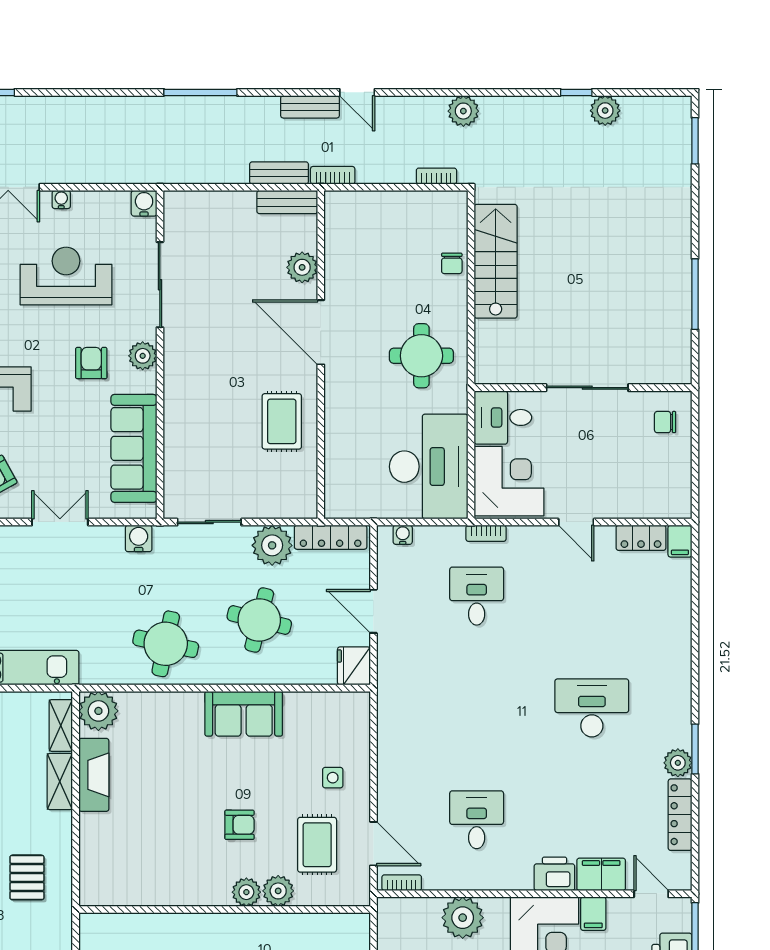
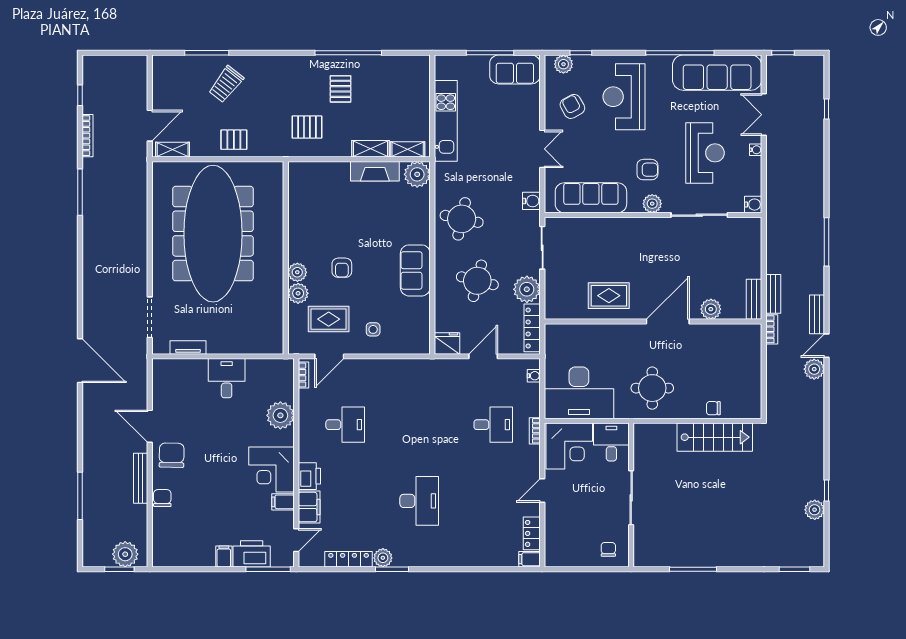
plant: (463, 111) -> (814, 369), moved
bookcase: (436, 176) -> (771, 398), removed

